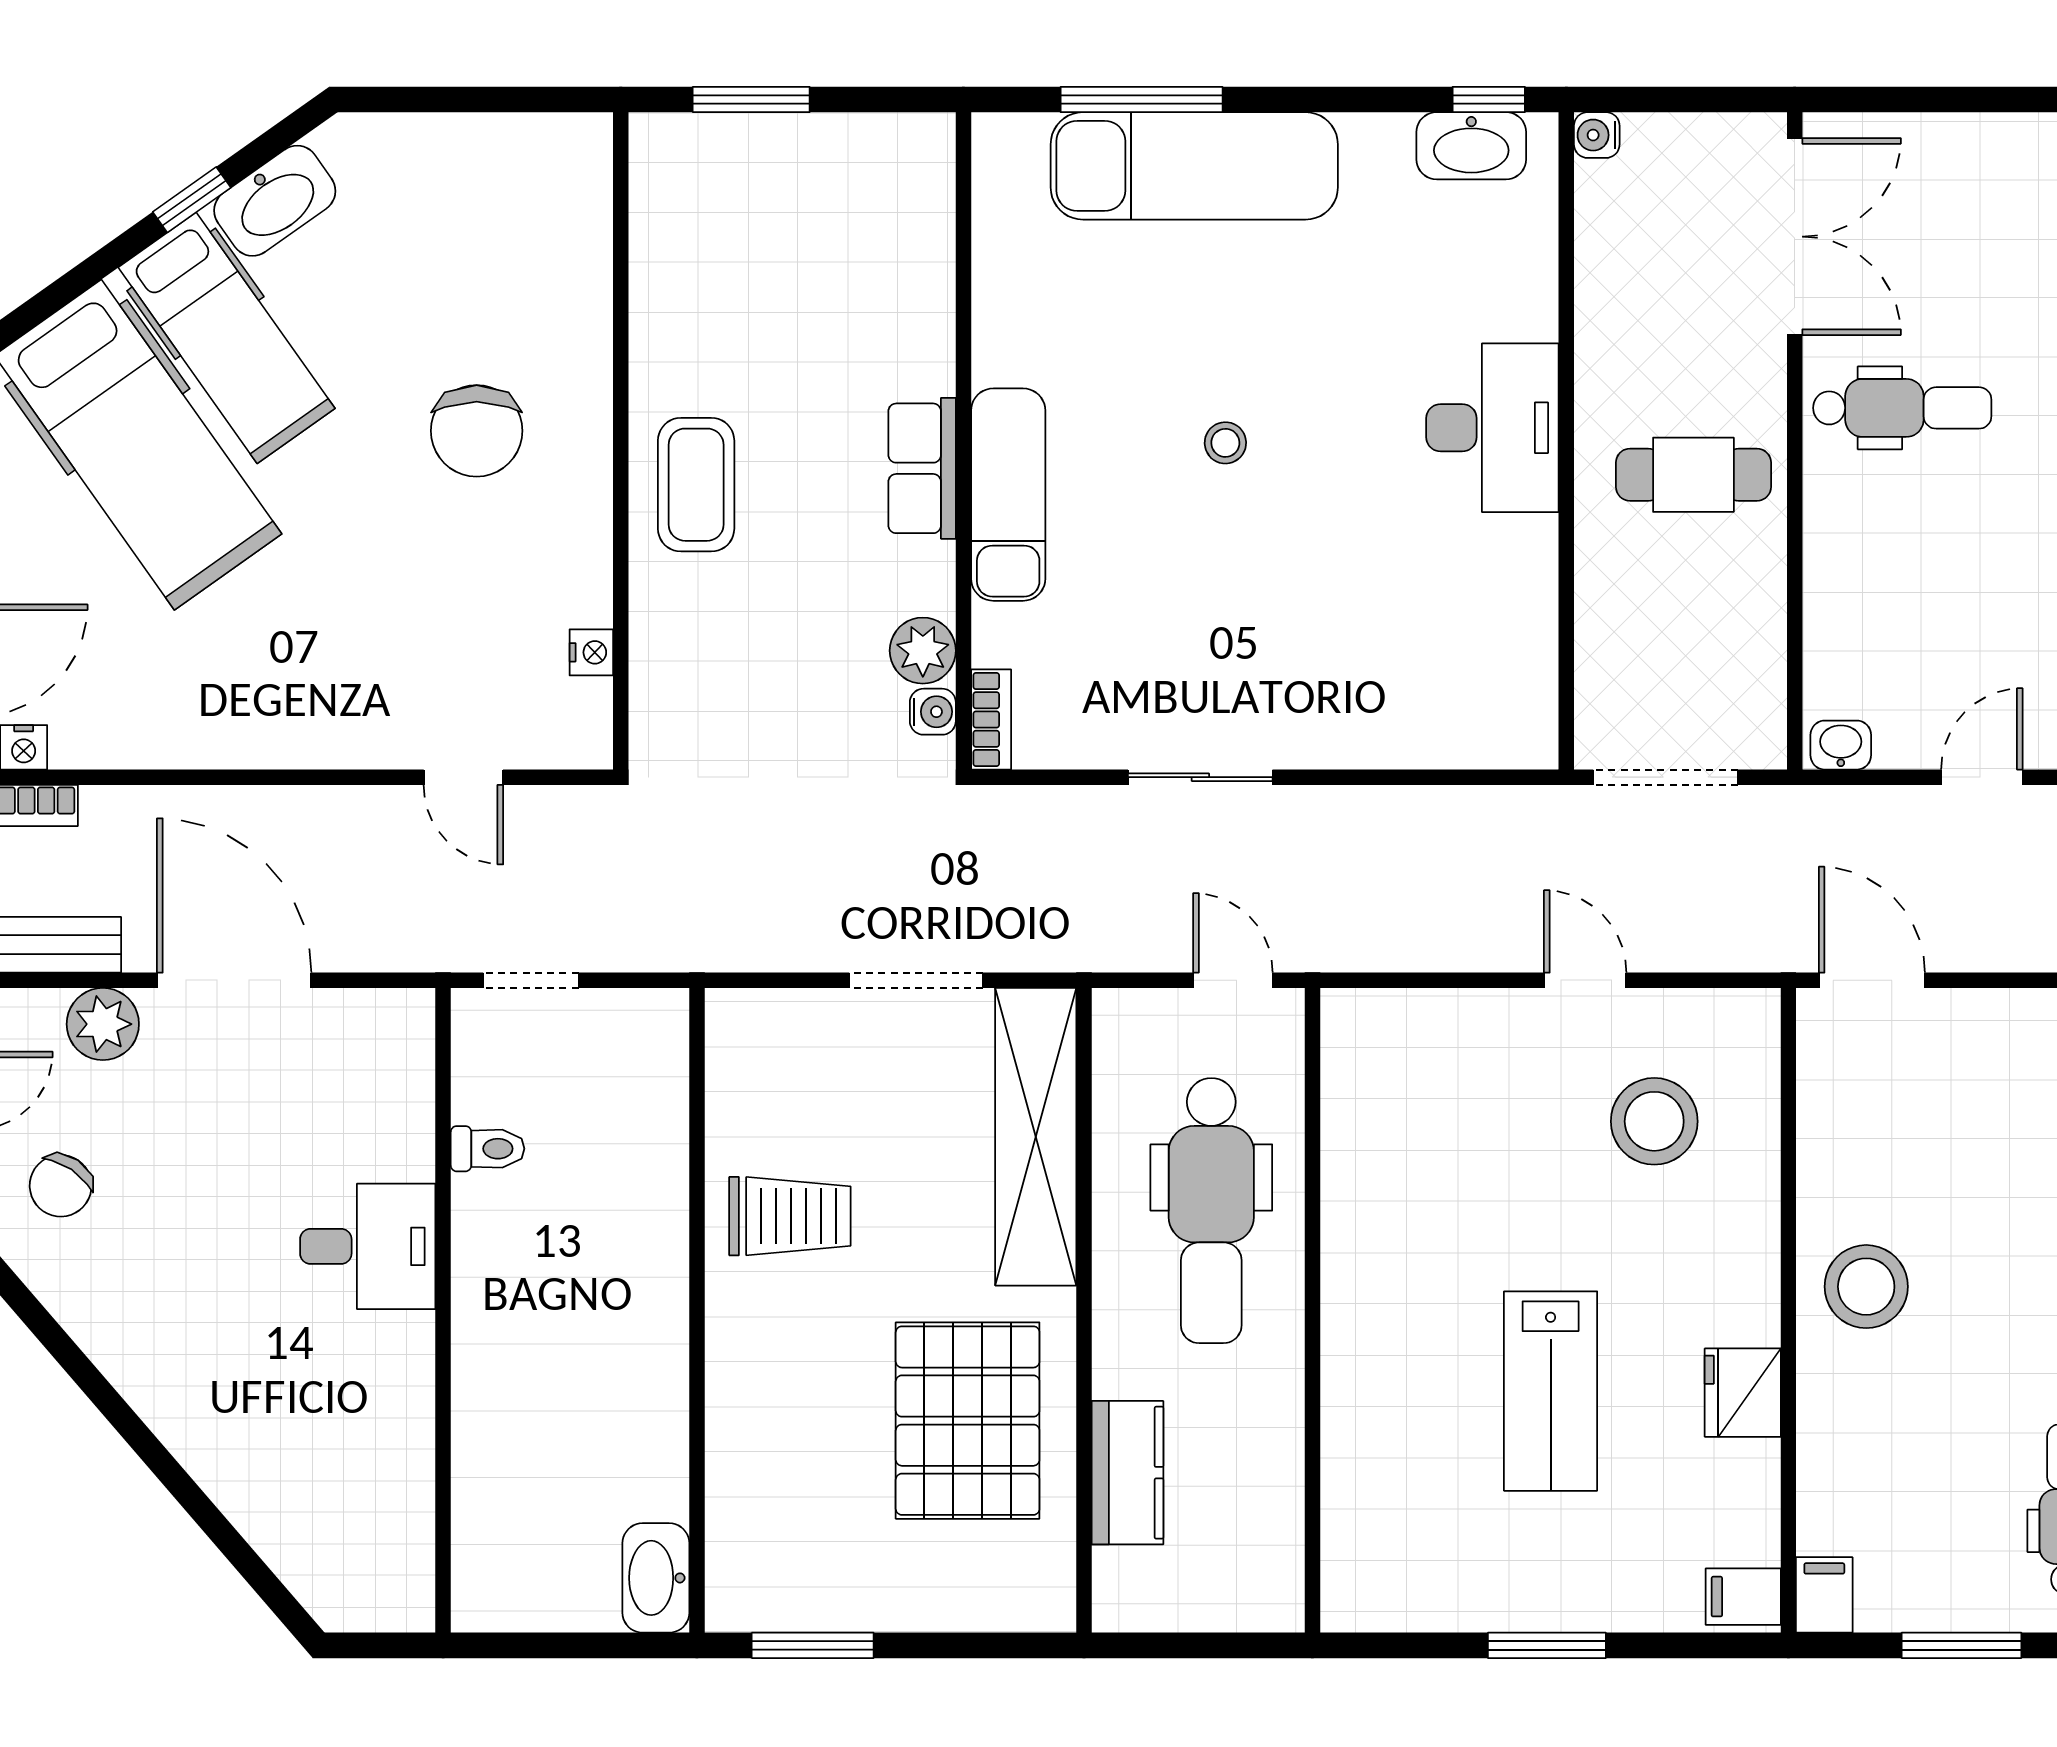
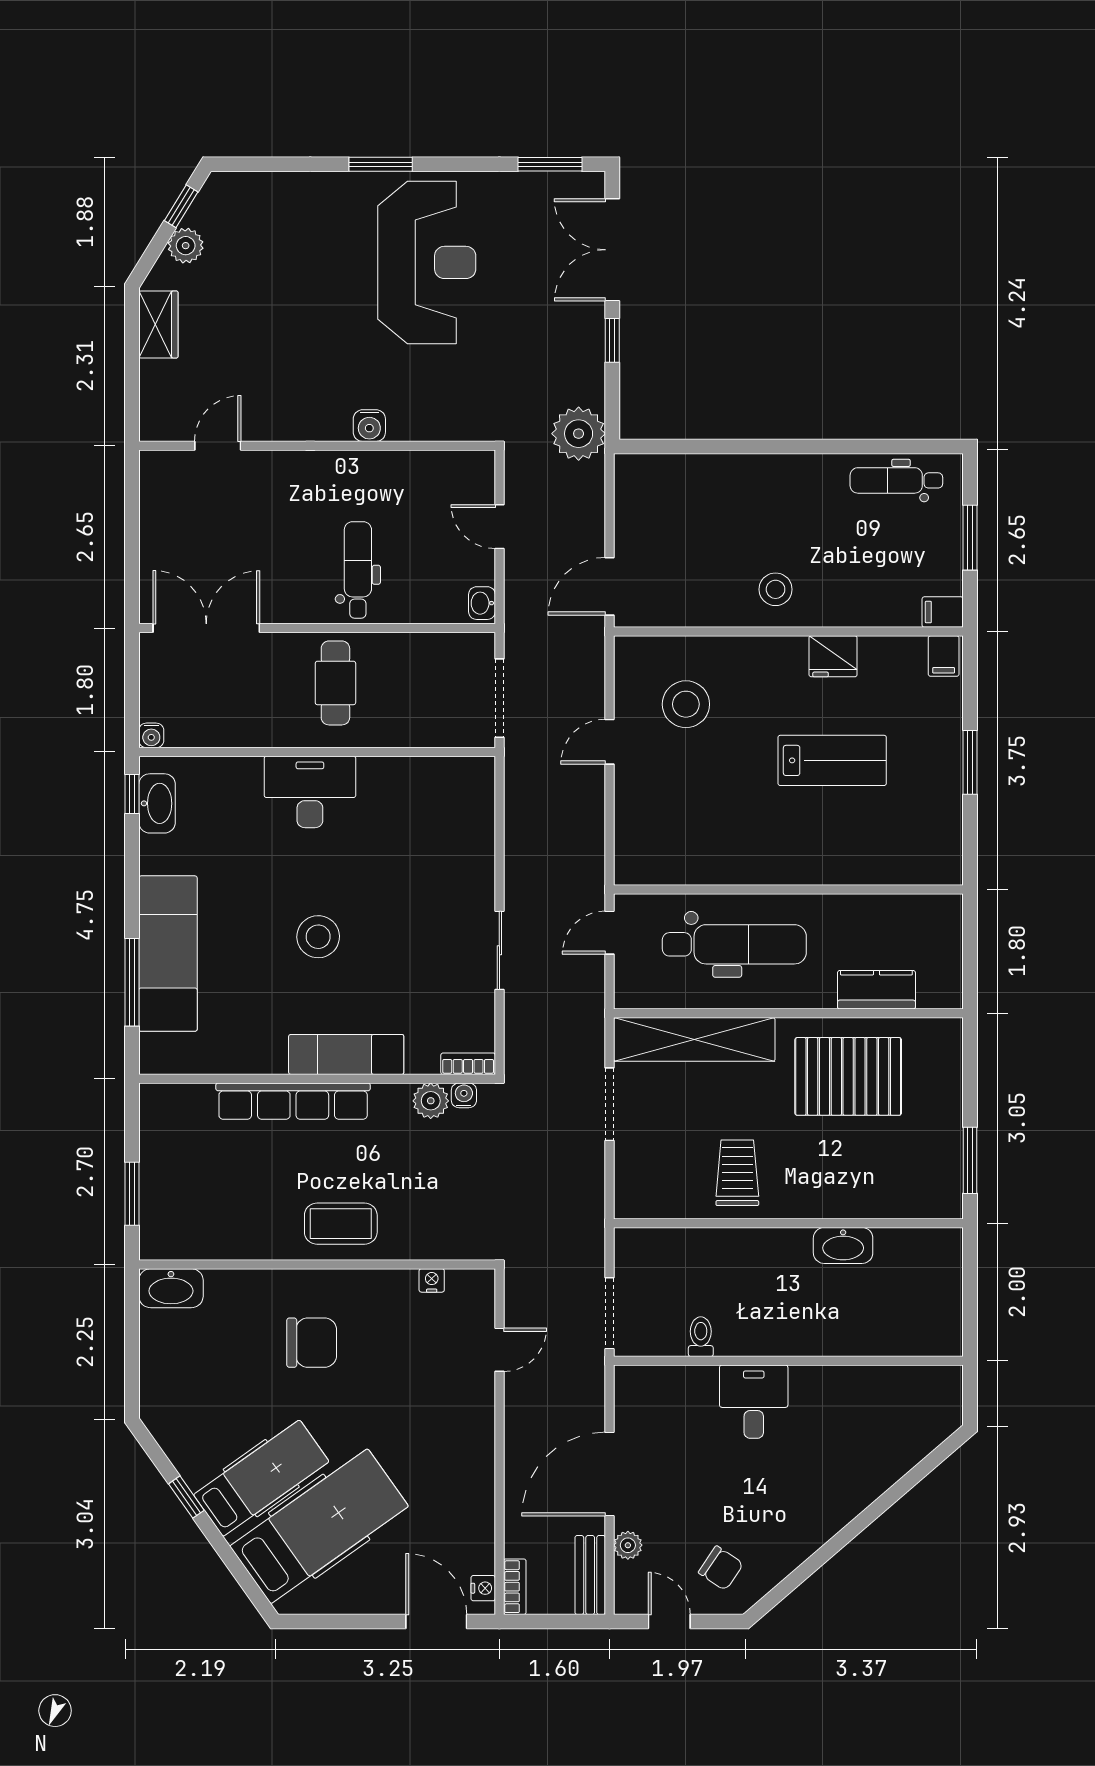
washbasin: (275, 201) -> (171, 1288), moved, turned 125
dental chair: (1902, 408) -> (358, 570), moved
stool: (1225, 443) -> (318, 937), width x1.89, depth x1.89
row of seats: (922, 468) -> (293, 1101), width x2.02
doorway: (531, 980) -> (609, 1313), width x1.38
plant: (103, 1024) -> (628, 1545), width x0.73, depth x0.73
stool: (1866, 1287) -> (776, 589), width x0.73, depth x0.73
washbasin: (656, 1578) -> (843, 1245), moved

